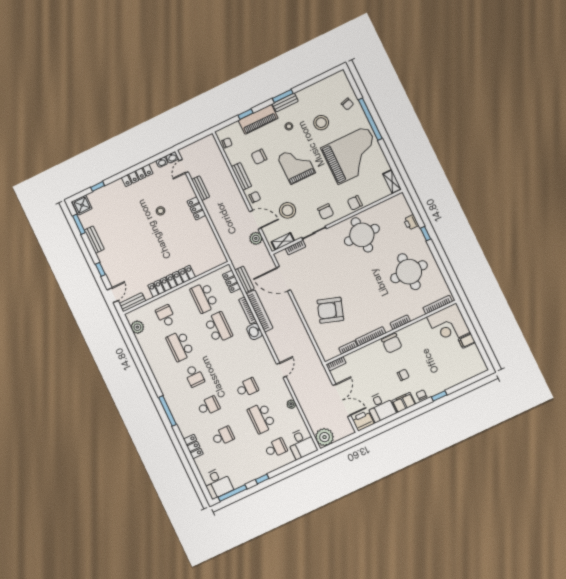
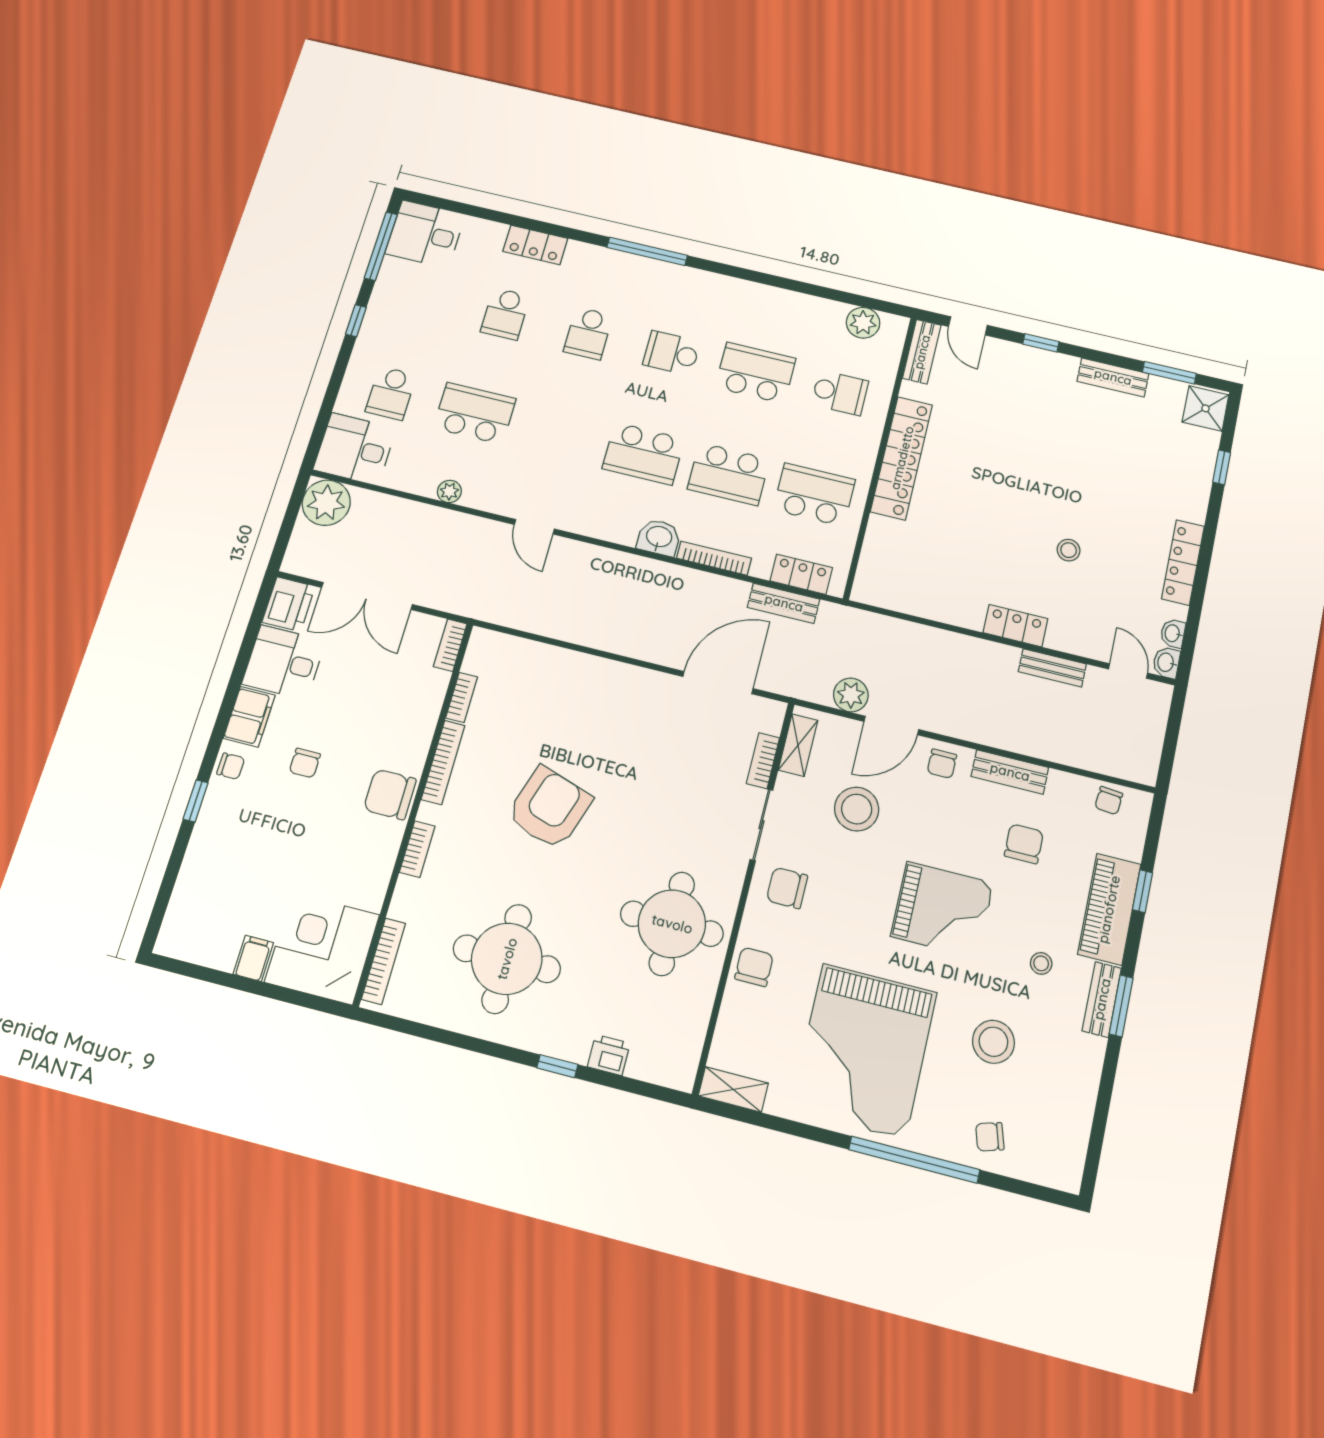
armchair: (330, 310) -> (549, 808), moved
bookcase: (260, 311) -> (692, 581), removed
school desk: (247, 388) -> (643, 454), moved, width x1.85

